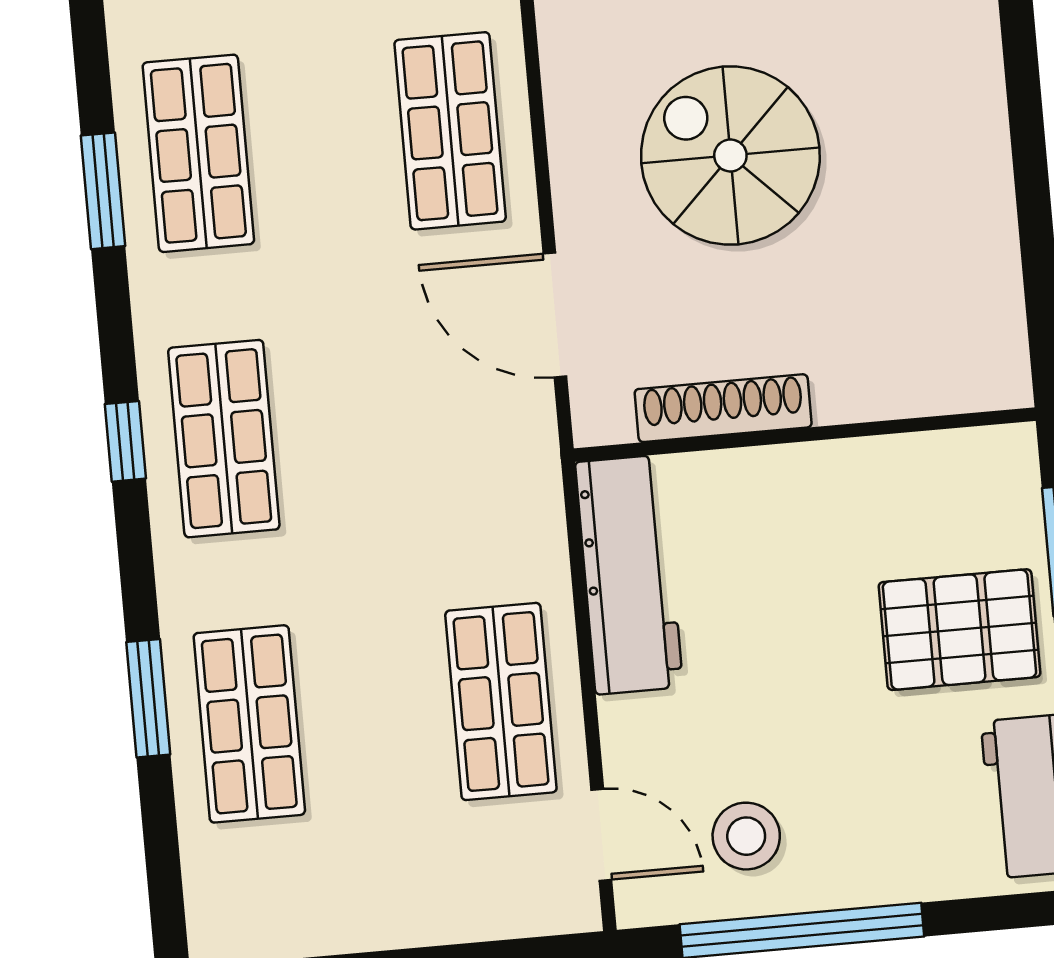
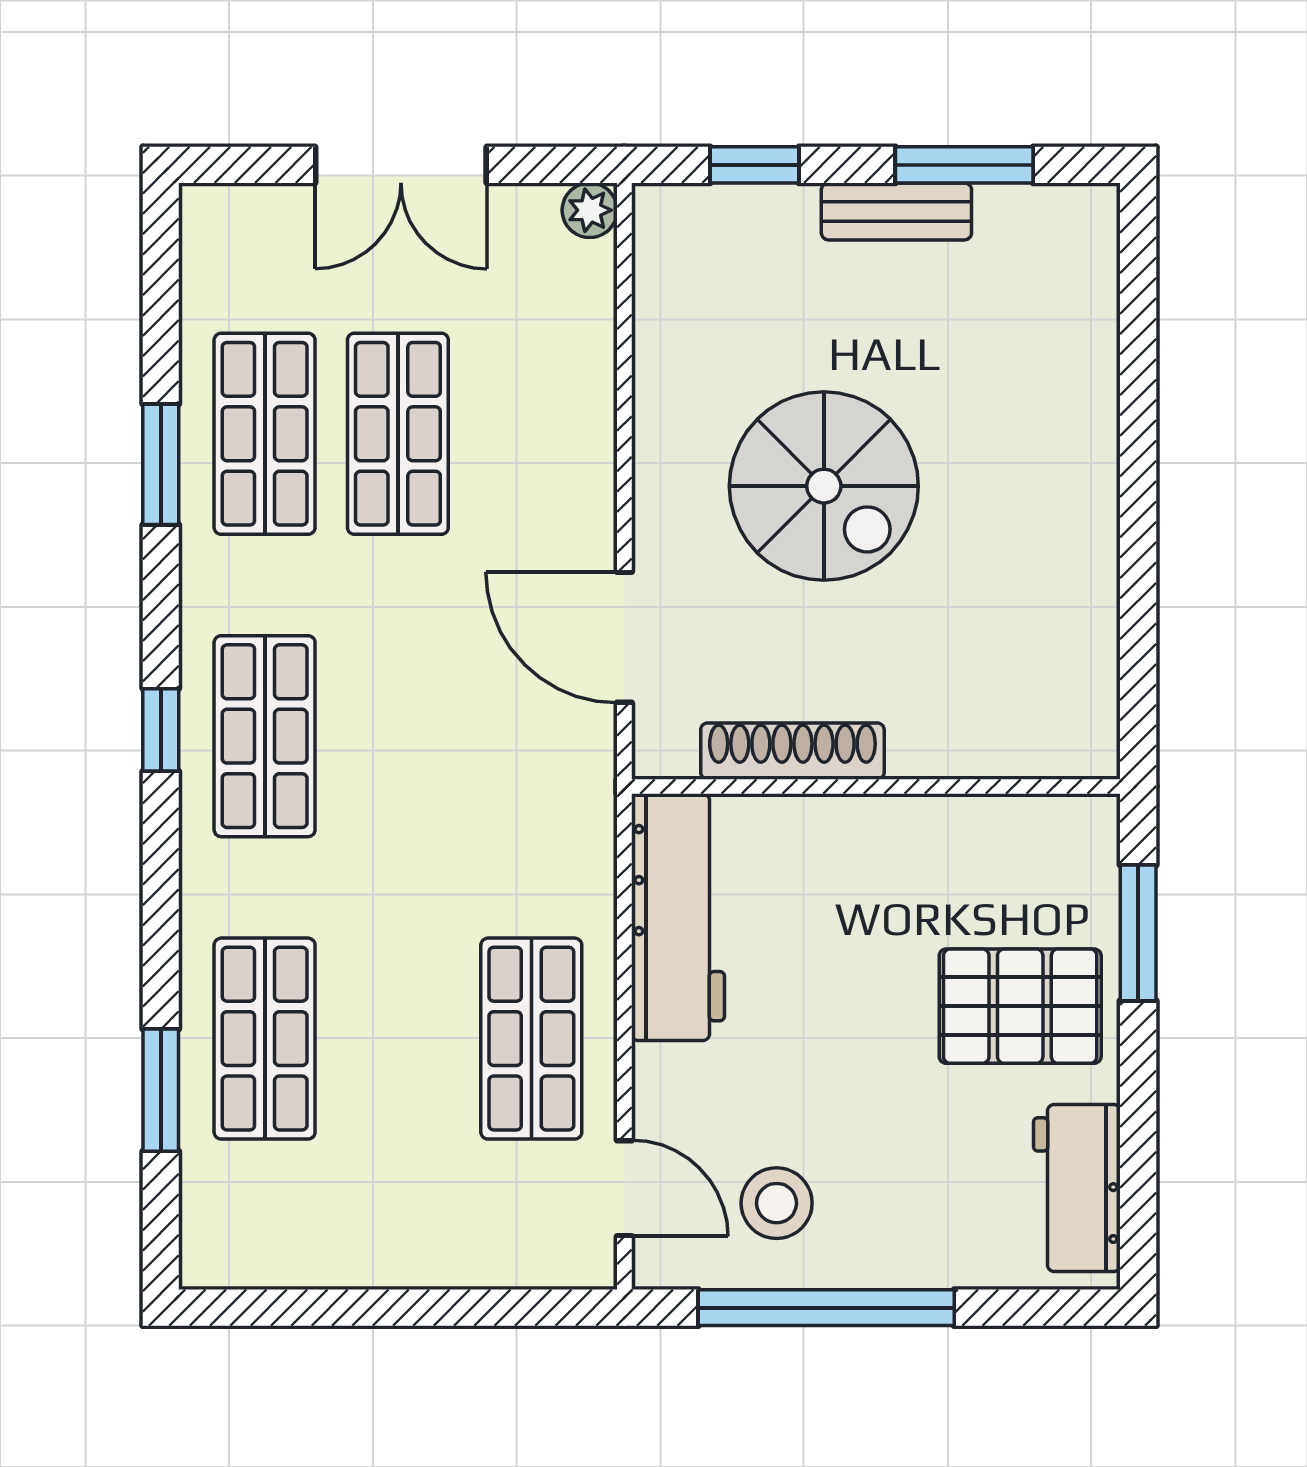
shop shelf: (450, 131) -> (398, 434), moved
spiral stairs: (730, 156) -> (824, 486), turned 180
window: (148, 698) -> (161, 1090), moved

